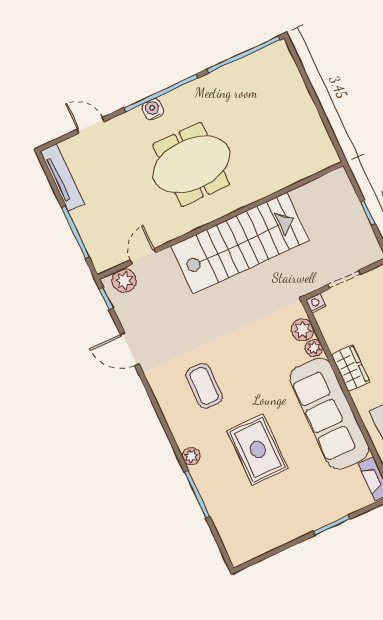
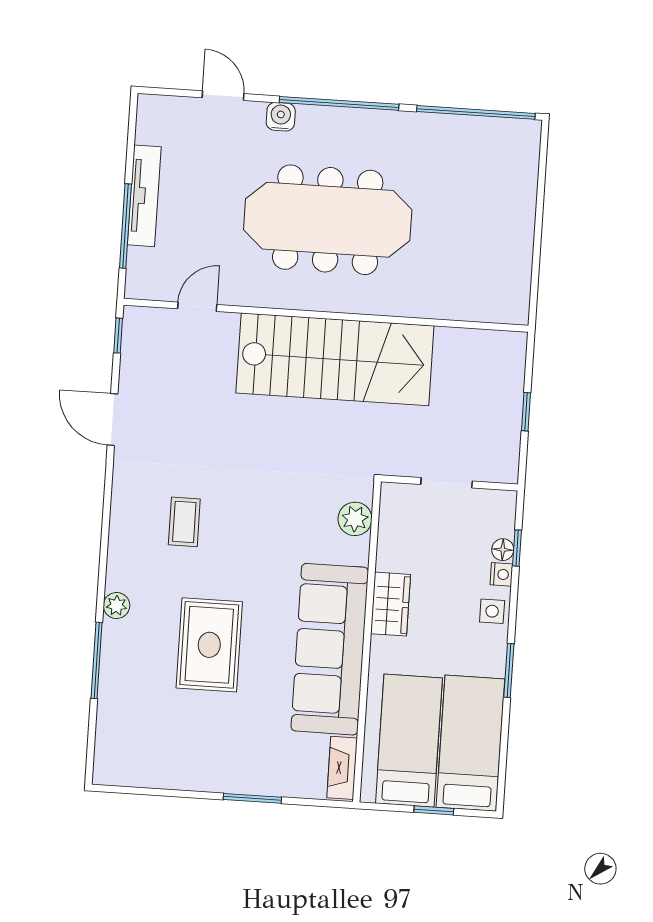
water cooler: (153, 109) -> (281, 117), moved
meeting table: (191, 164) -> (328, 220), width x1.36
tv unit: (62, 178) -> (144, 196), moved
plant: (124, 281) -> (155, 325), removed
nightstand: (316, 303) -> (392, 493), removed
plant: (314, 348) -> (357, 551), removed
coffee table: (204, 386) -> (184, 522), width x0.73, depth x0.77

